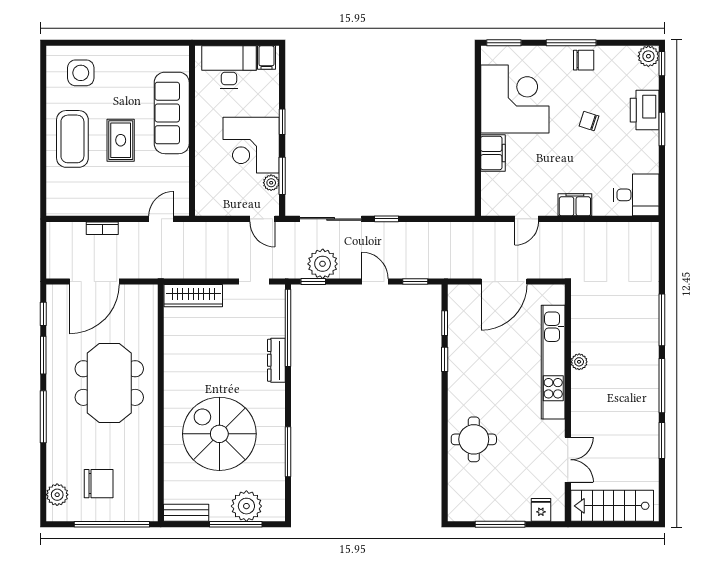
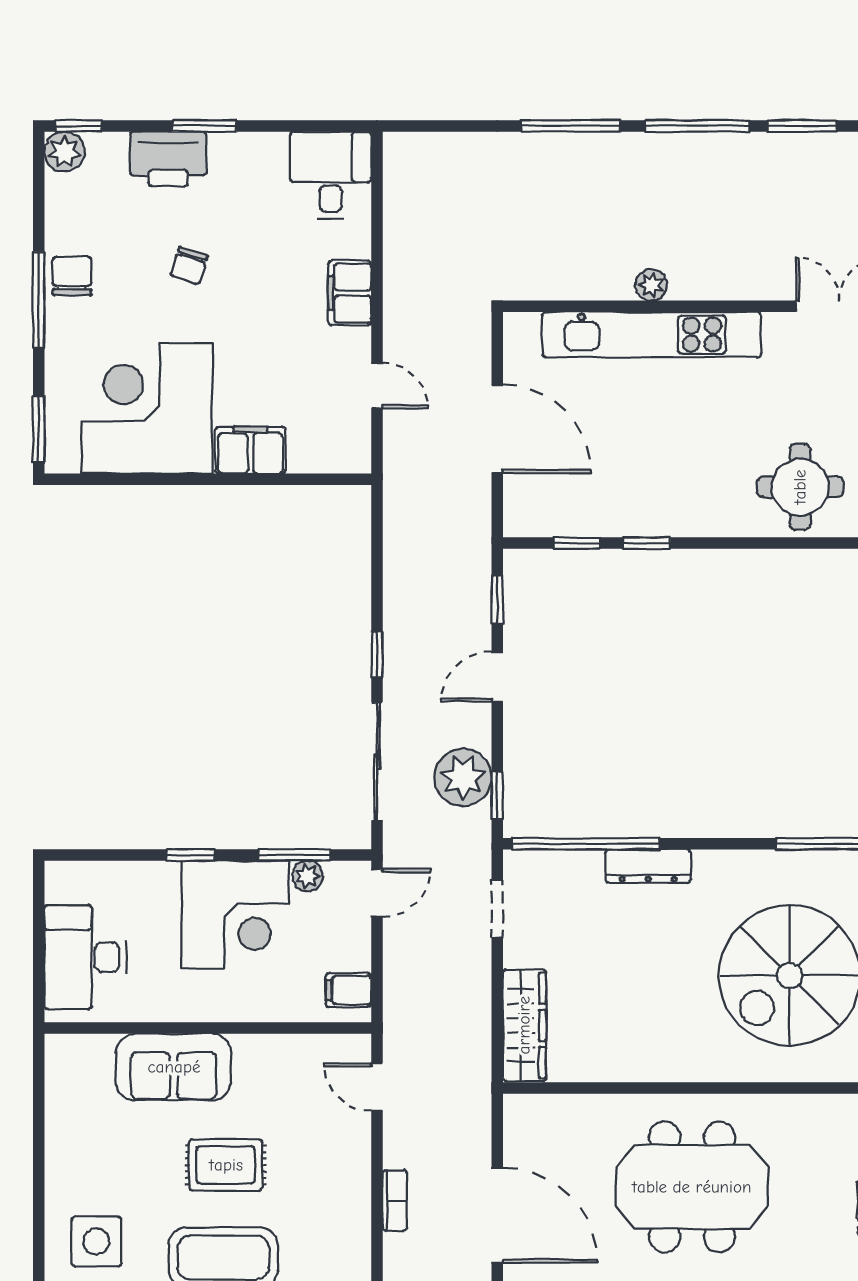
filing cabinet: (266, 57) -> (349, 990), moved, turned 180
sofa: (172, 113) -> (174, 1067), width x0.73

